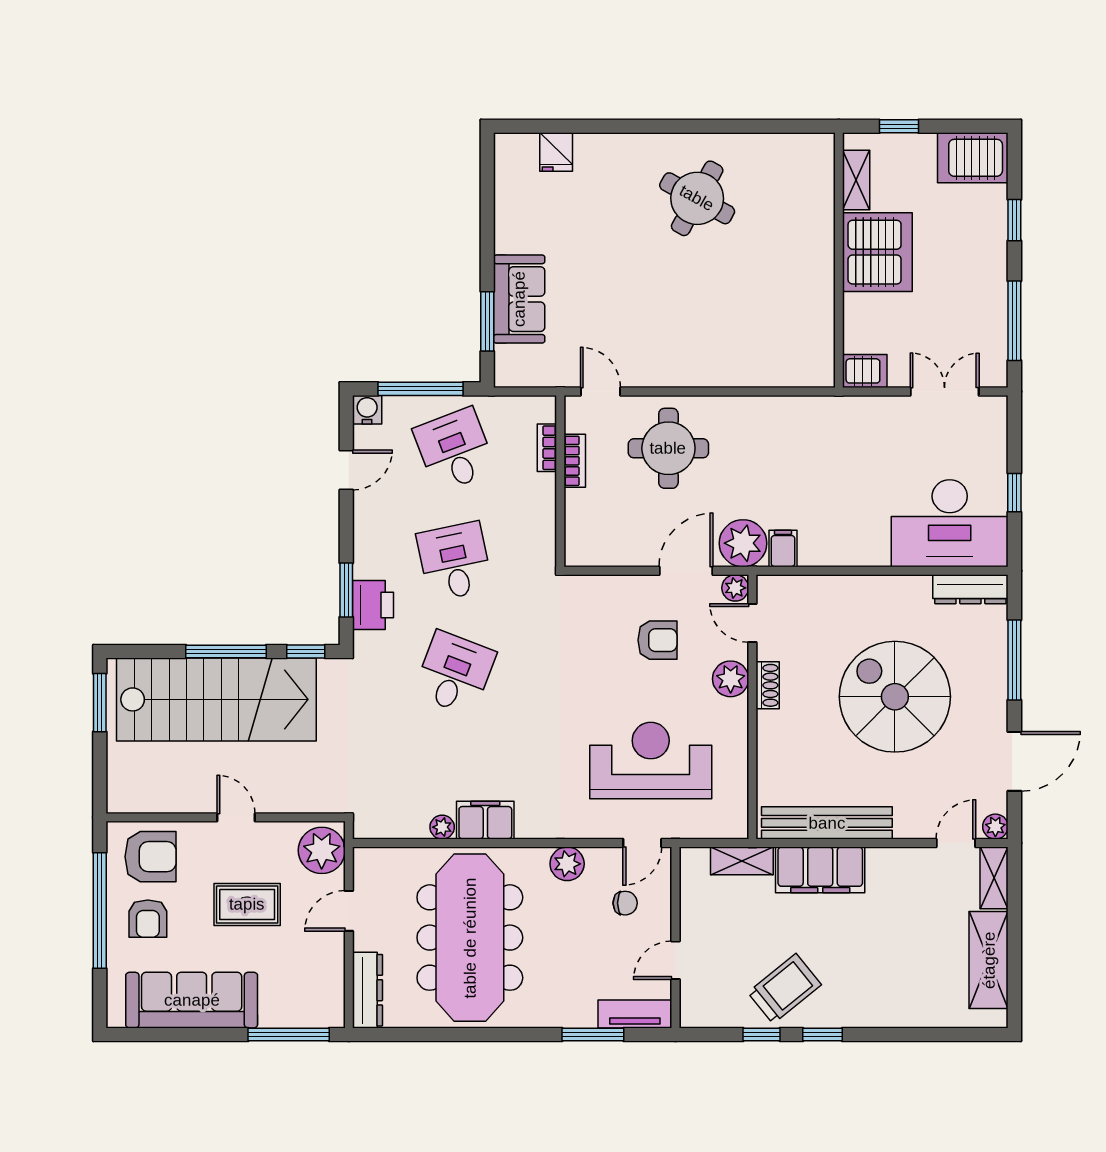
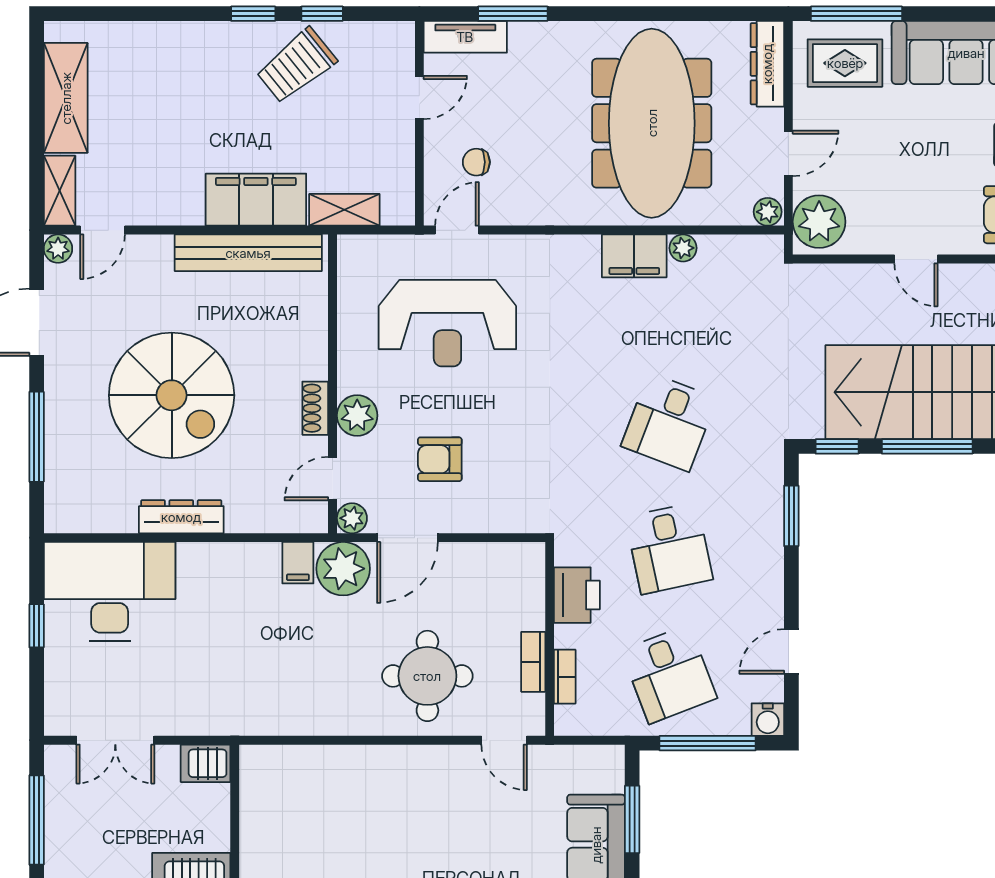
dresser: (970, 589) -> (181, 517), moved
printer: (373, 605) -> (577, 595), moved, turned 180
door: (752, 623) -> (333, 479), swing flipped
plant: (567, 864) -> (768, 212), moved, width x0.73, depth x0.73
rug: (247, 904) -> (845, 63), moved

